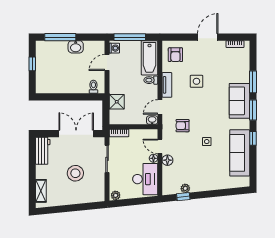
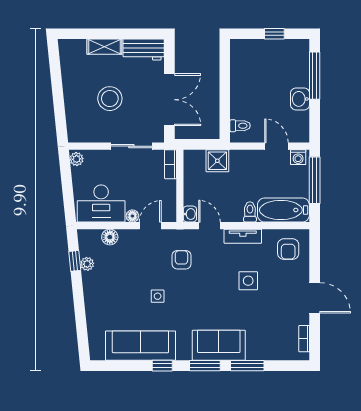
armchair: (175, 55) -> (288, 249), turned -90
floor lamp: (167, 160) -> (110, 237), moved
shelving: (41, 191) -> (104, 47), moved

